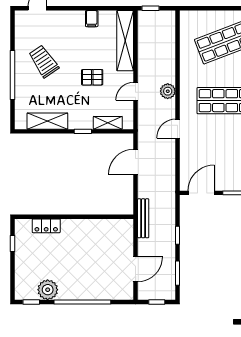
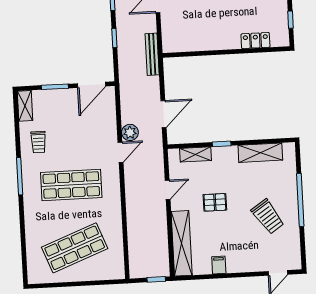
plant: (168, 91) -> (130, 132), moved

